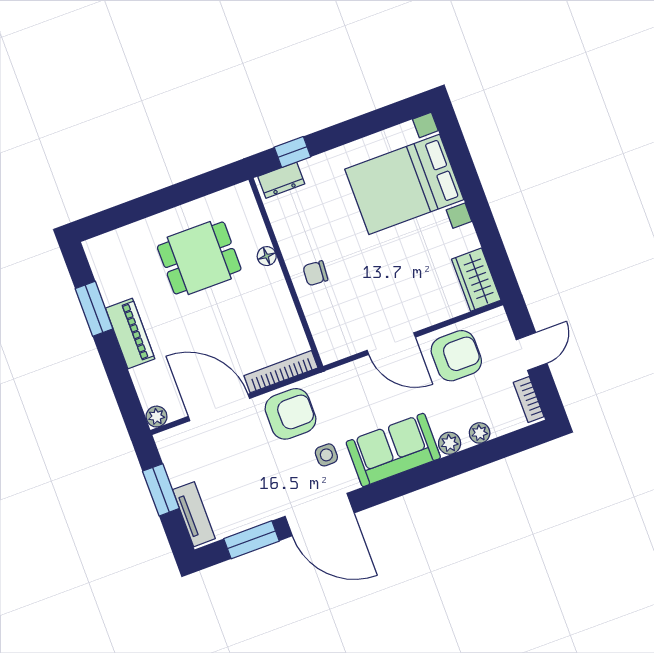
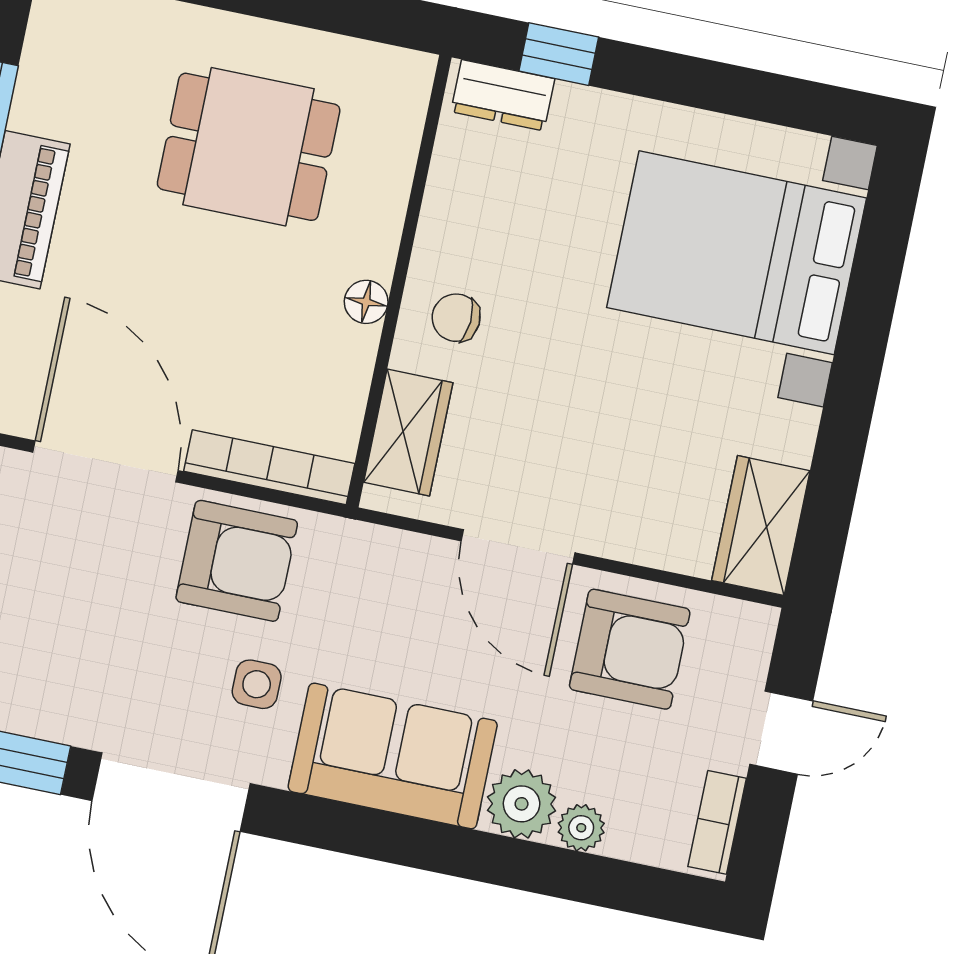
floor lamp: (267, 256) -> (366, 302), moved
wardrobe: (324, 327) -> (408, 432), added
plant: (450, 443) -> (522, 804), width x1.38, depth x1.38

